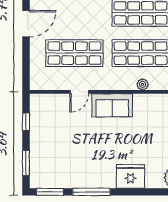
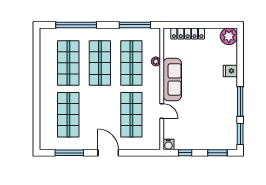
water cooler: (36, 100) -> (168, 145), added
sofa: (112, 105) -> (172, 80), width x1.36
fridge: (130, 176) -> (230, 71), width x0.53, depth x0.75

